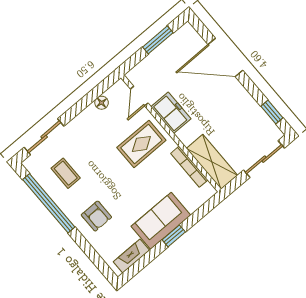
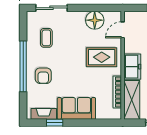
floor lamp: (102, 103) -> (95, 20), width x1.89, depth x1.89
freezer: (171, 113) -> (132, 67), moved
window: (49, 203) -> (23, 66), moved
window: (174, 236) -> (55, 123), moved

